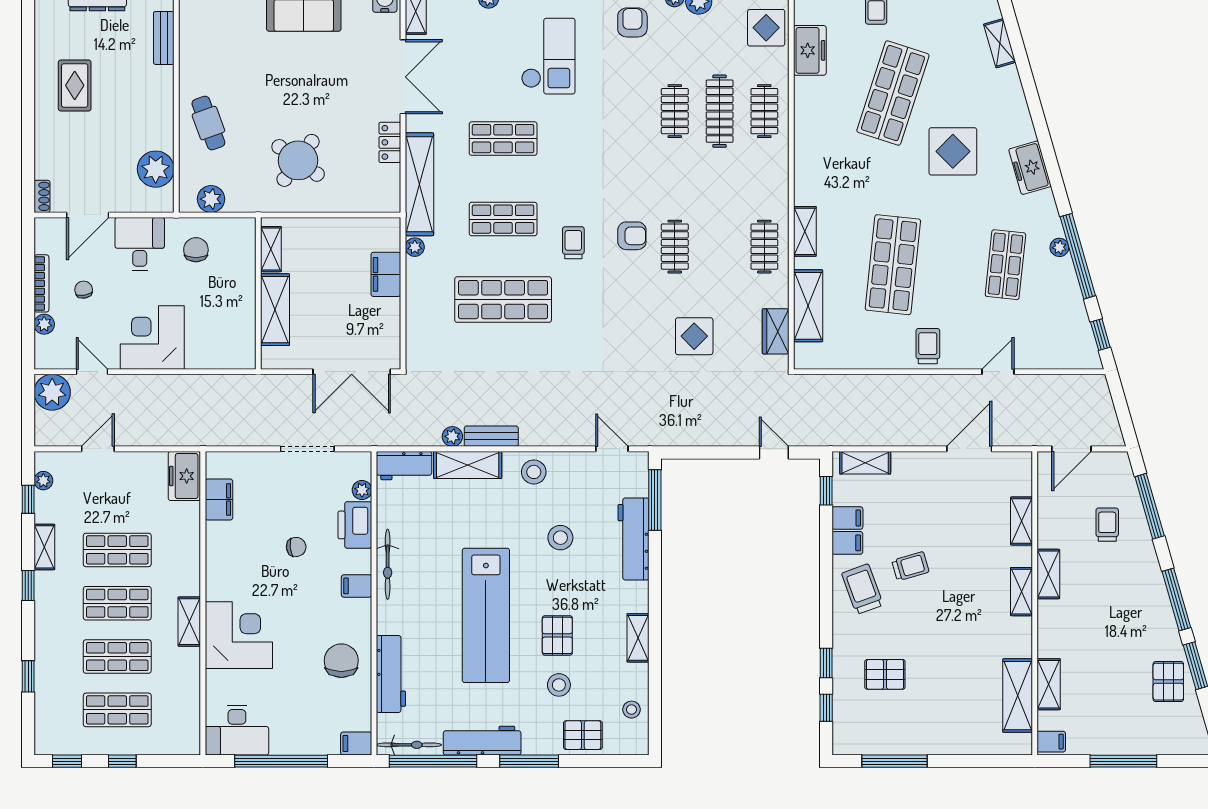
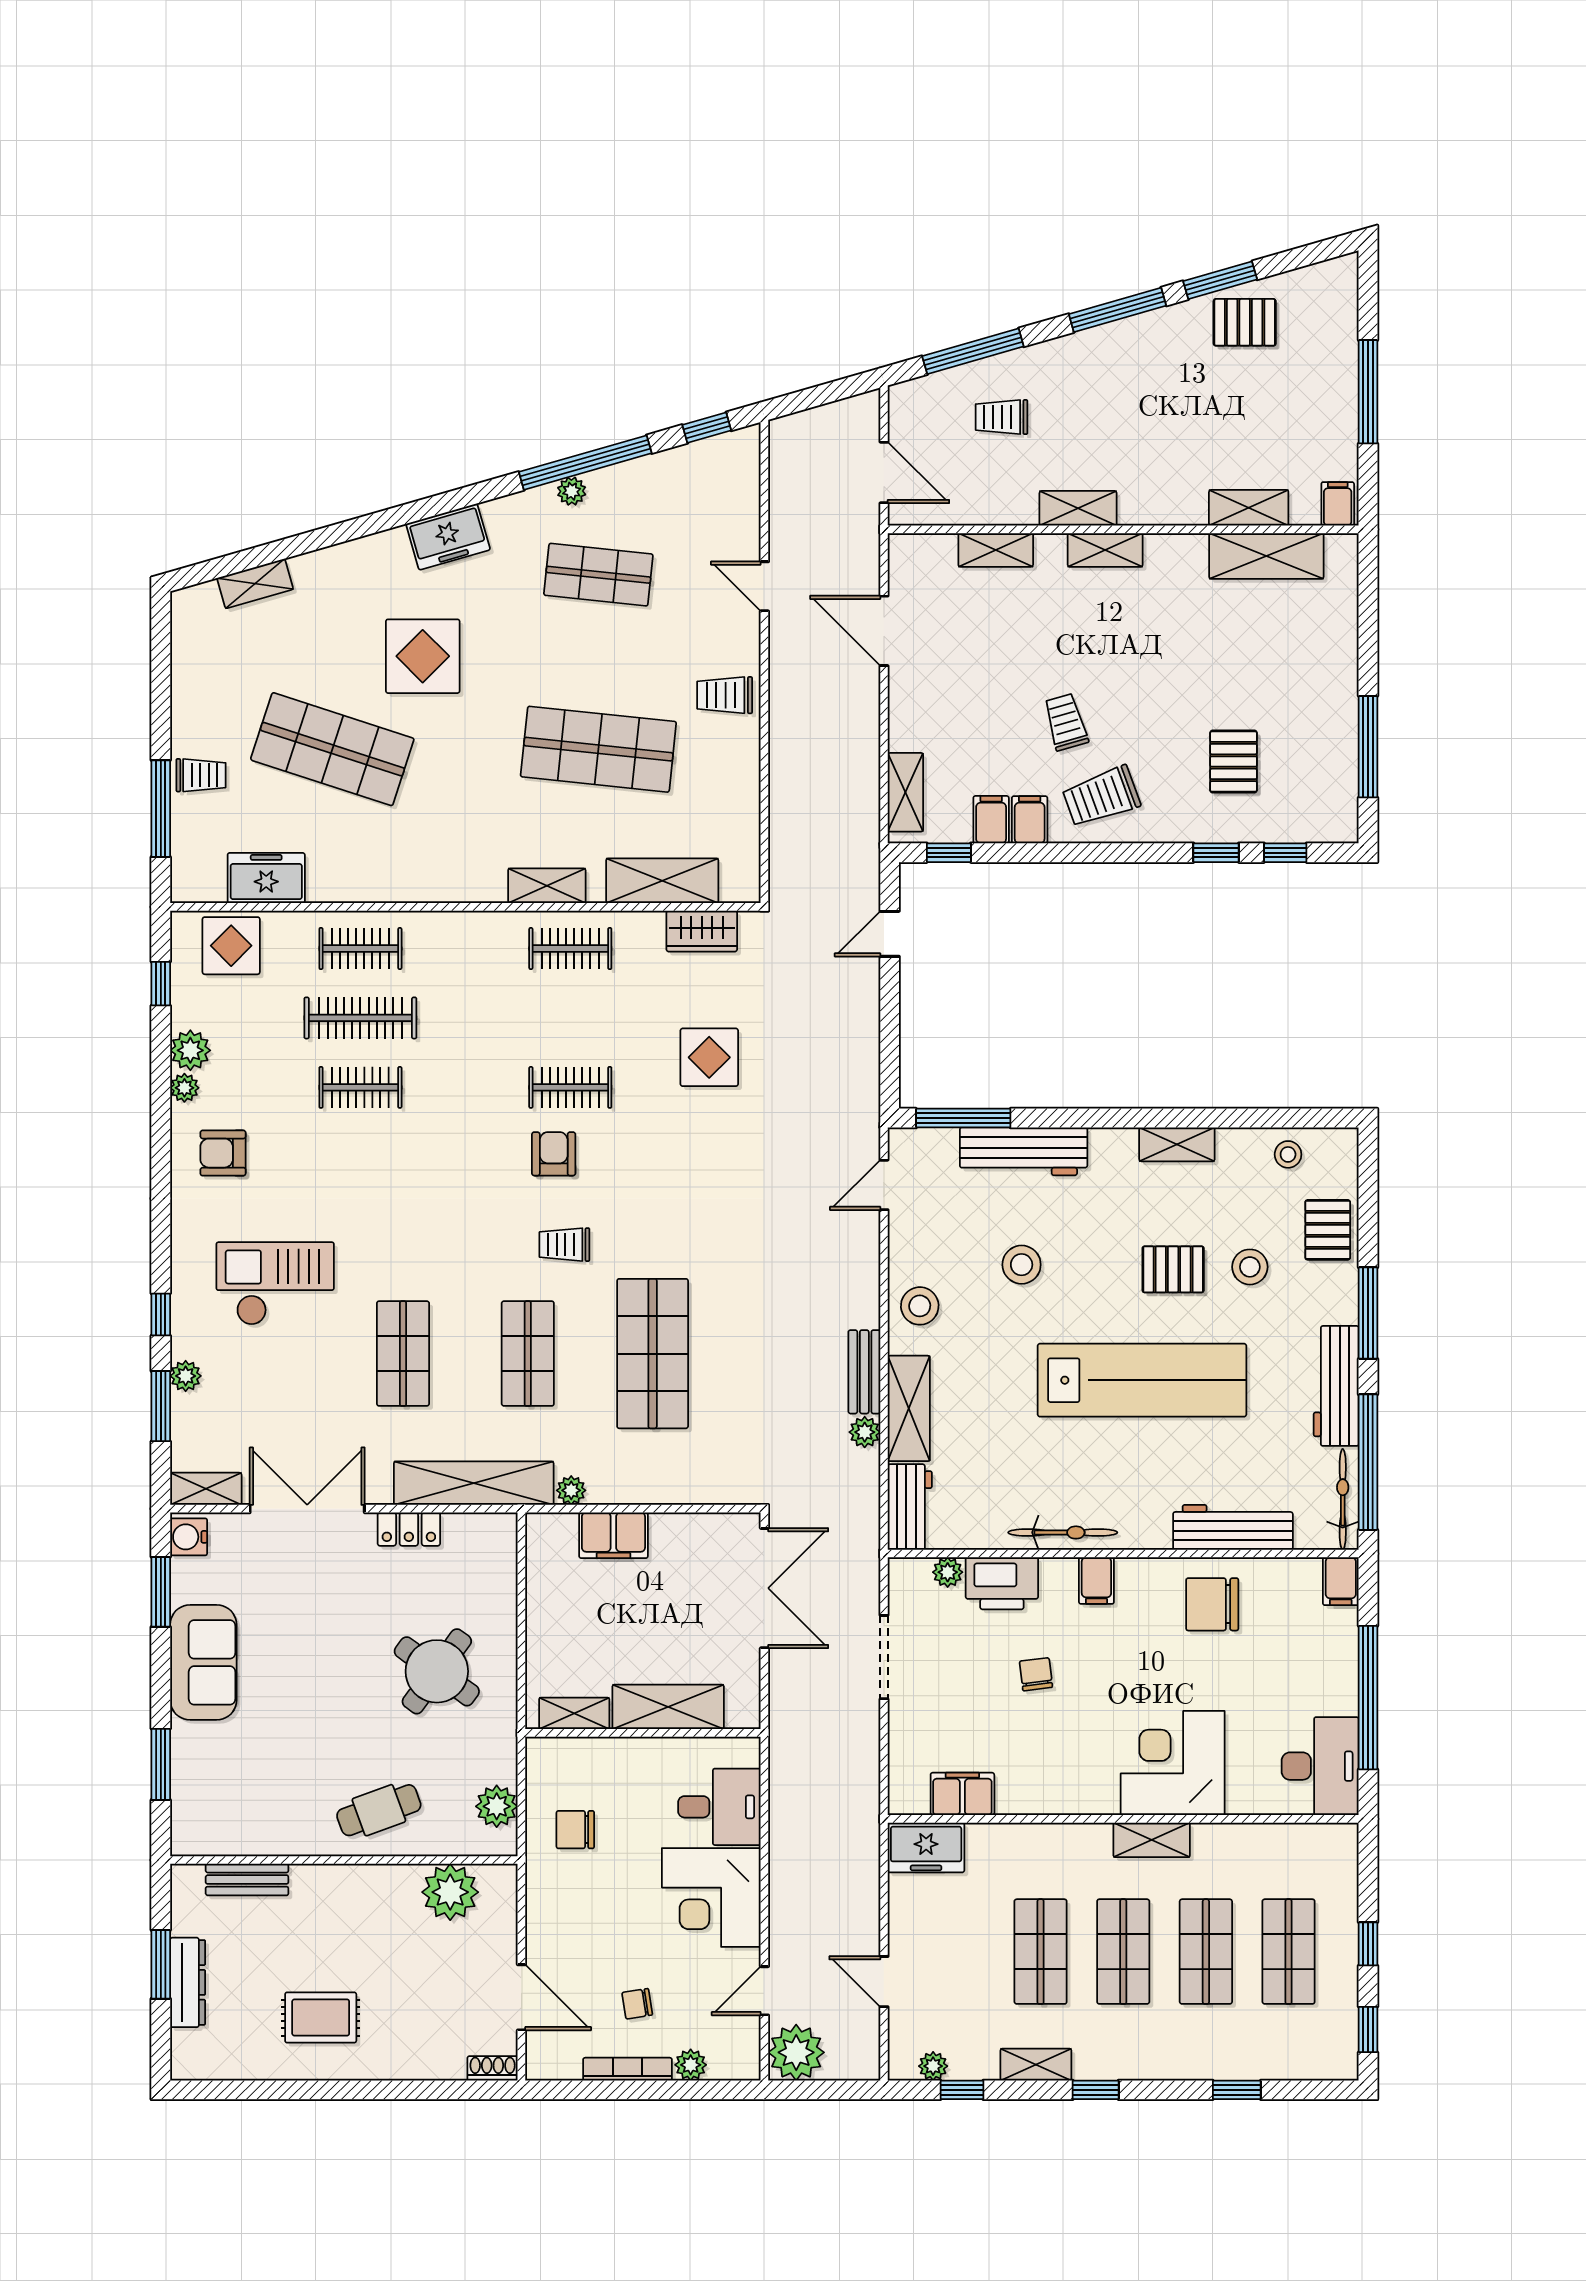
desk: (140, 244) -> (719, 1807), moved, turned 180

